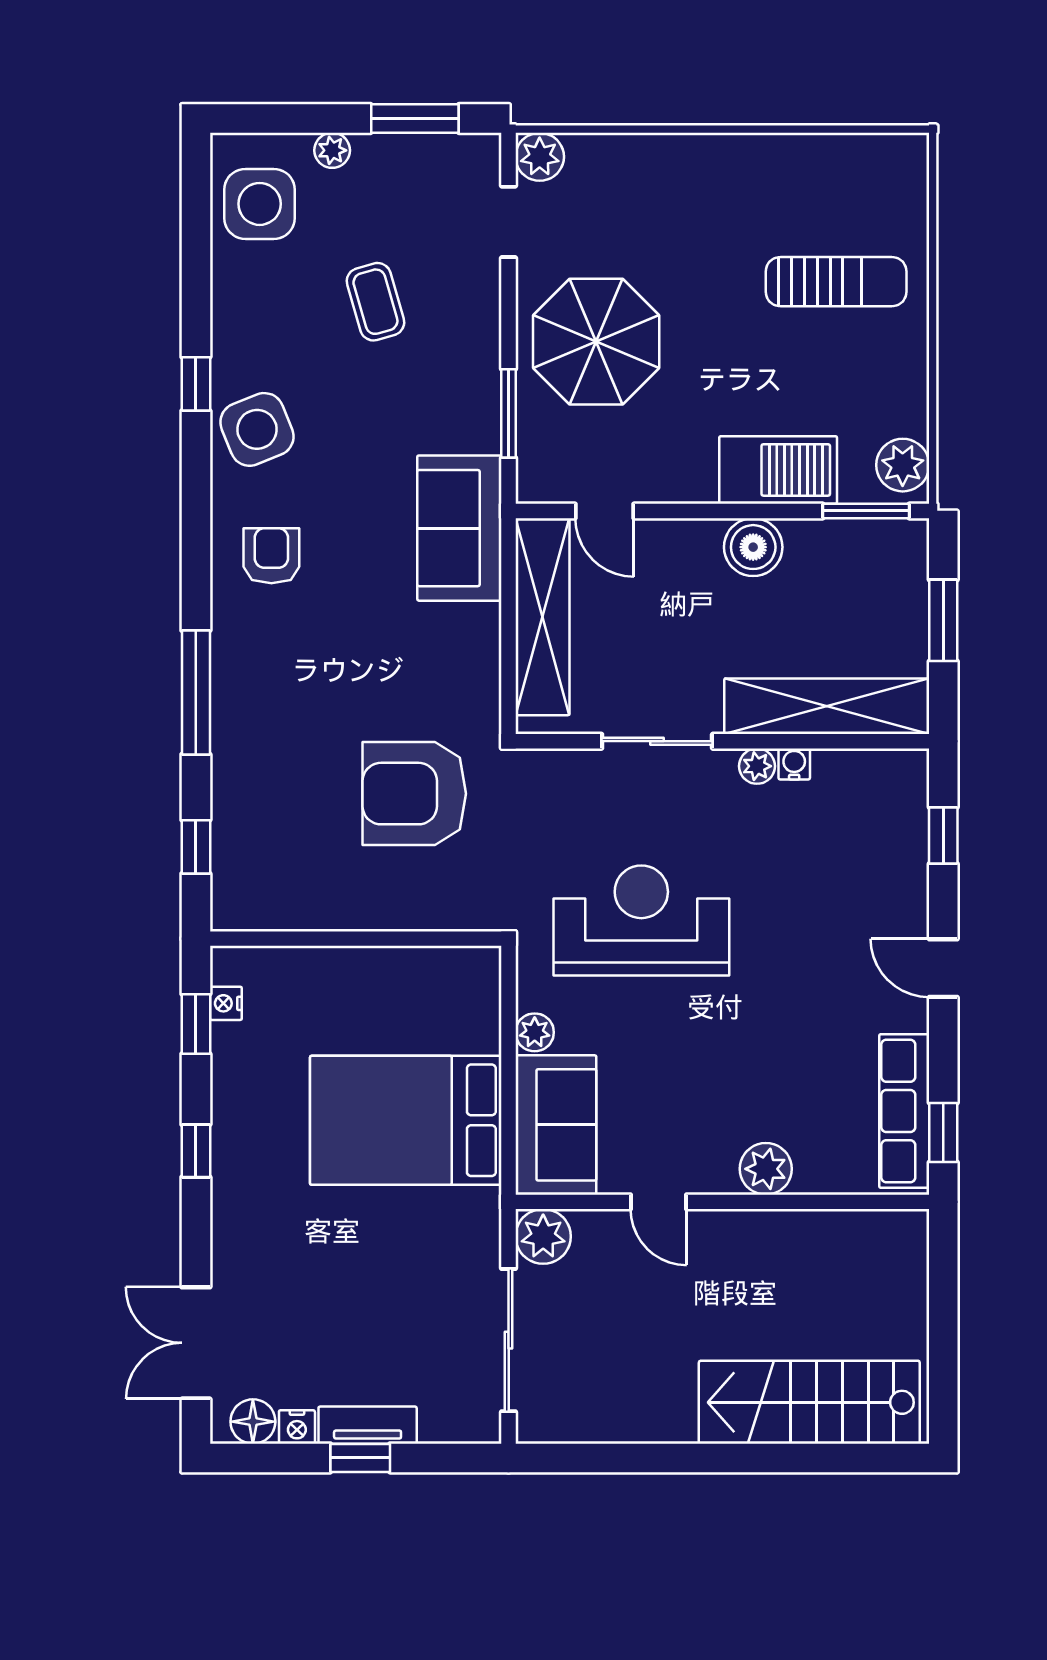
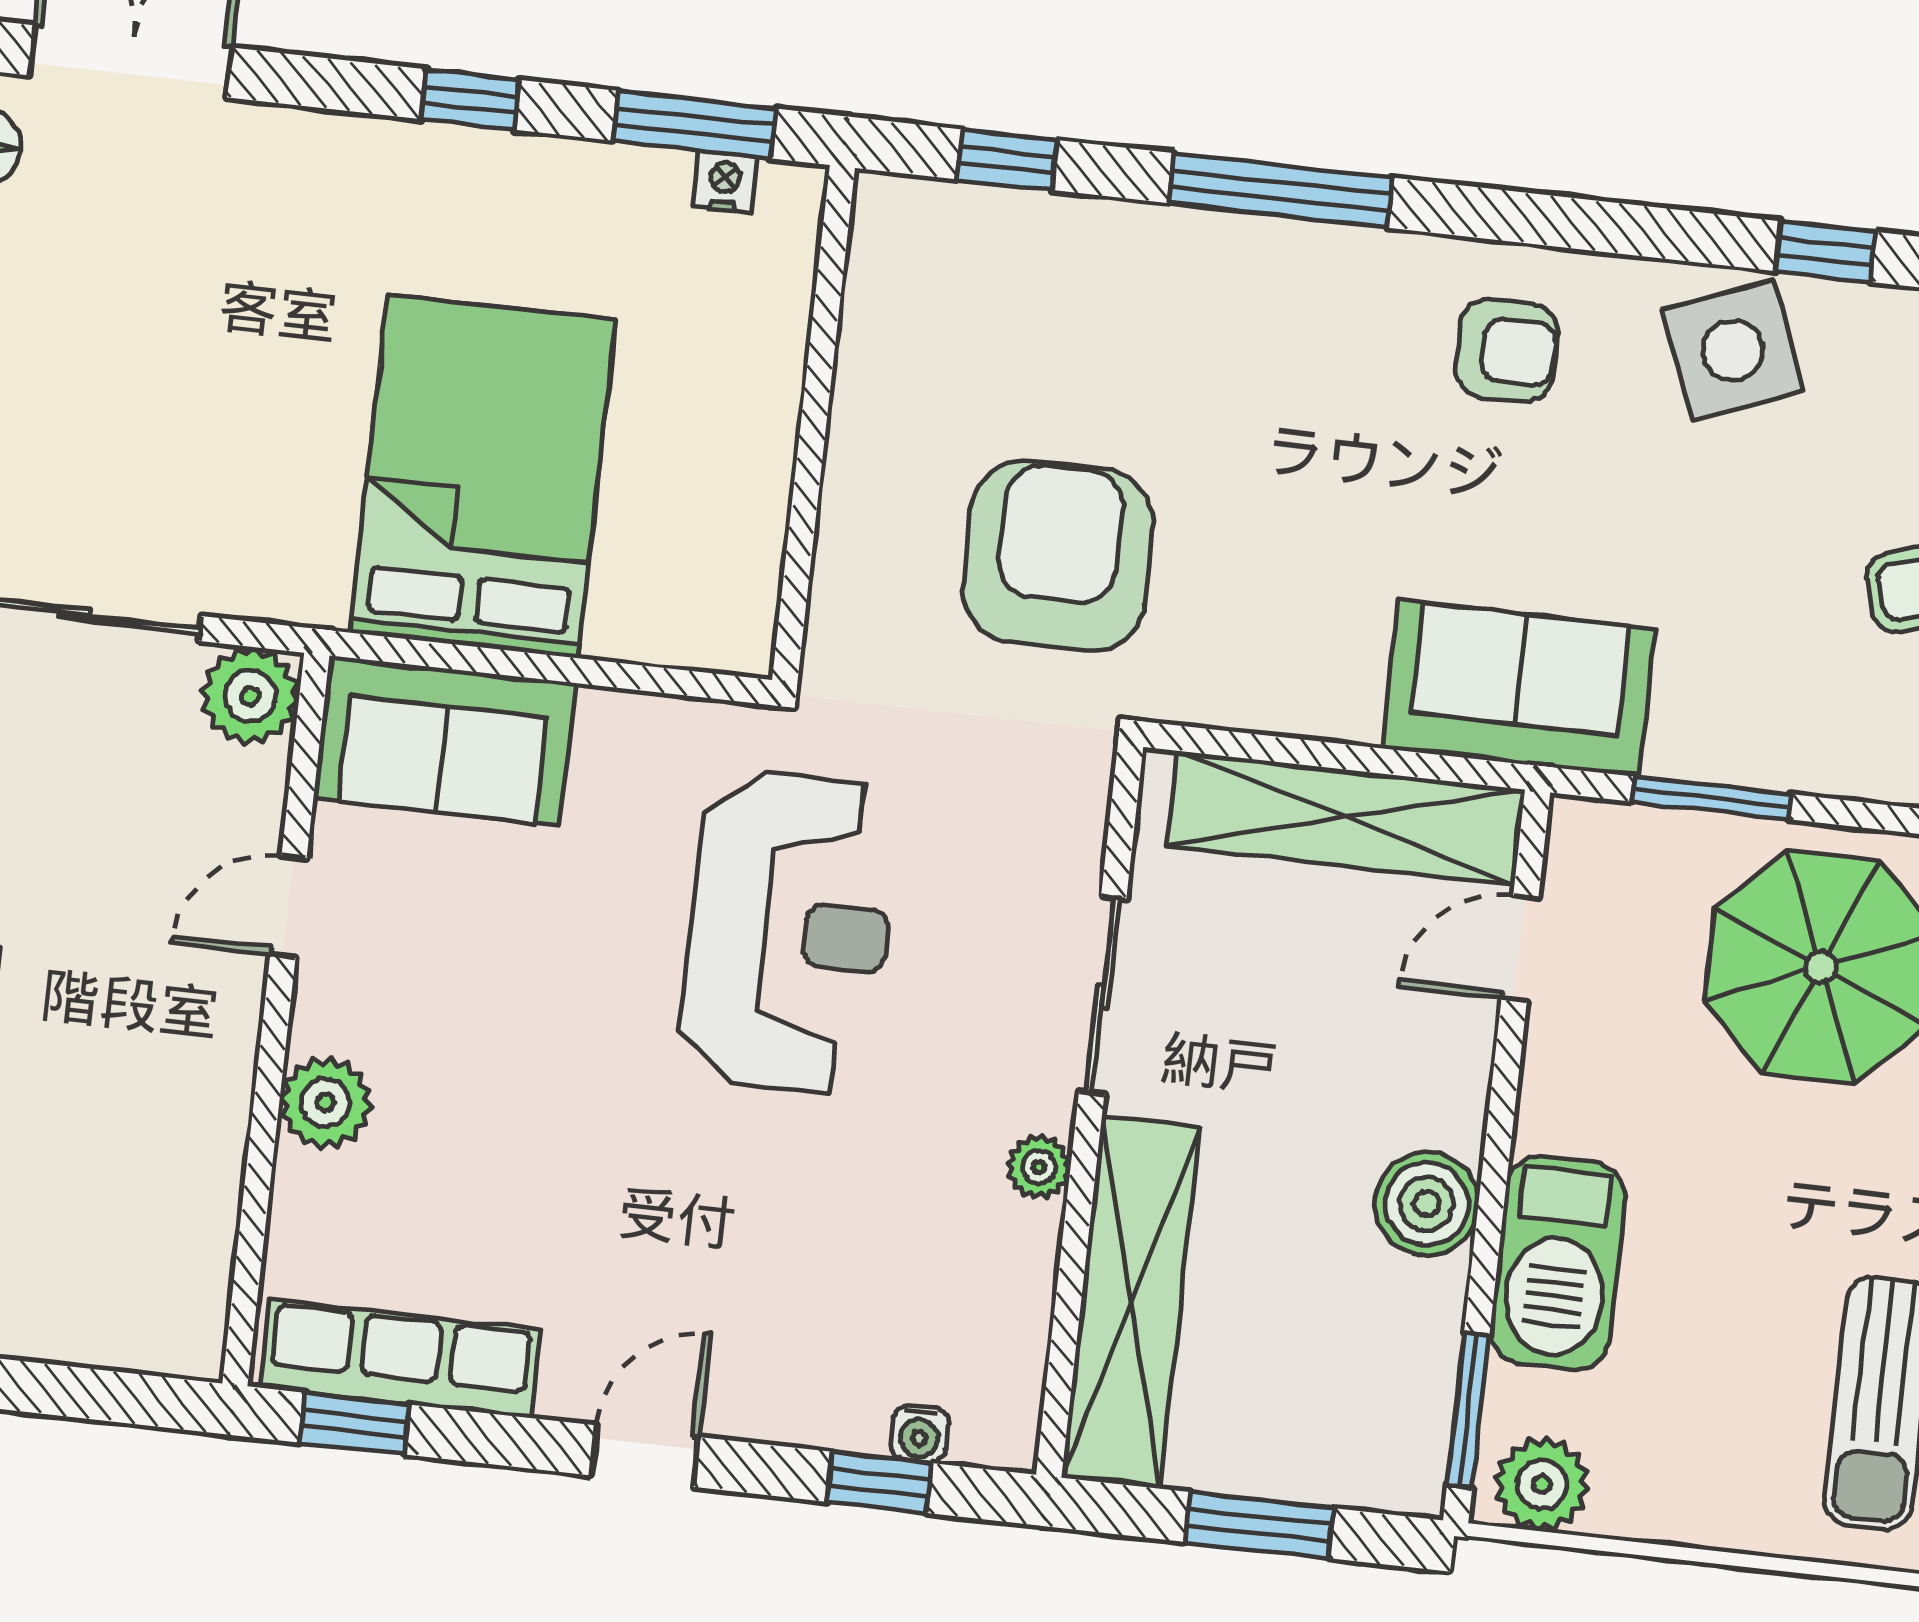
water cooler: (794, 764) -> (920, 1434), moved, turned 90
window: (196, 1024) -> (695, 125), width x1.50
plant: (535, 1032) -> (612, 721), removed

